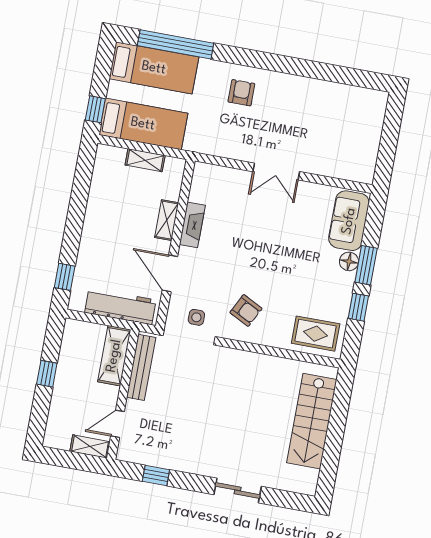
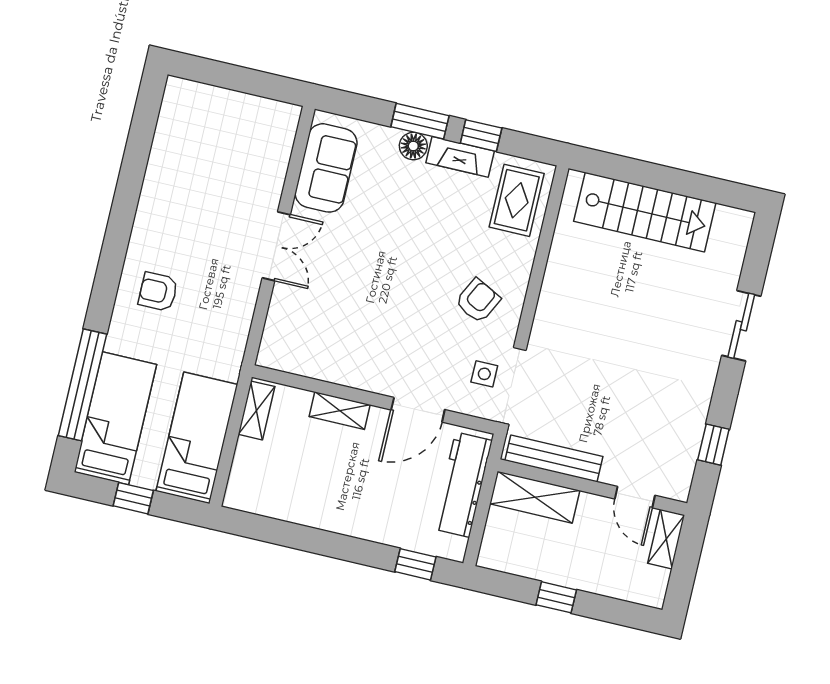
window: (95, 109) -> (133, 498), moved
shelving: (145, 160) -> (257, 410), moved
sofa: (349, 221) -> (326, 168), moved, turned -90
fireplace: (192, 225) -> (460, 157), moved, turned 180

